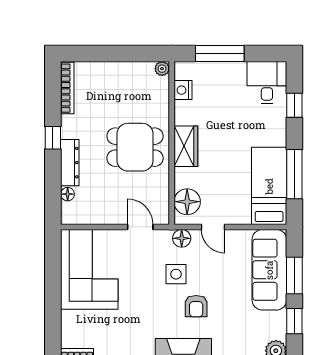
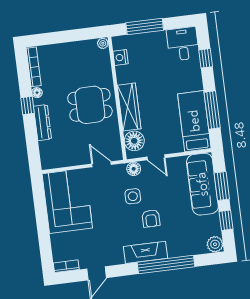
wardrobe: (186, 146) -> (129, 107), width x1.50
floor lamp: (68, 194) -> (37, 93), moved

